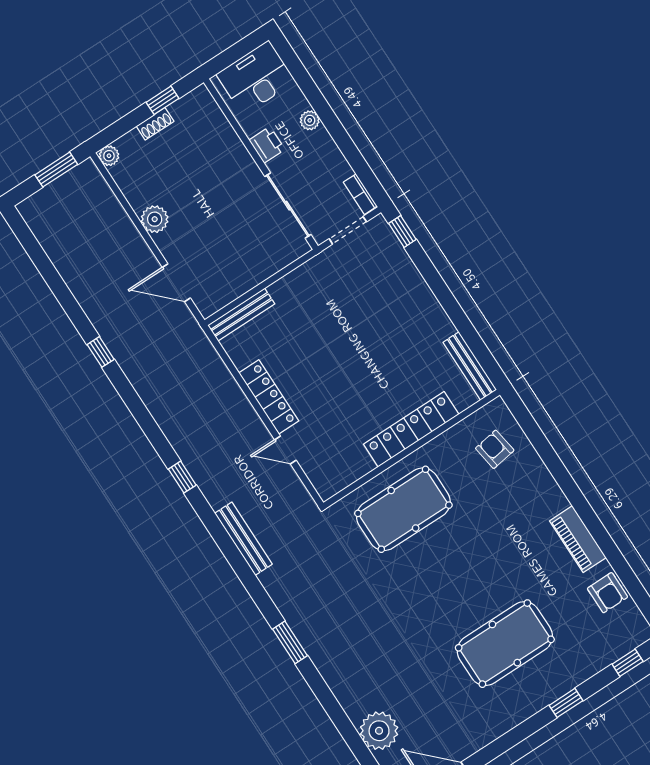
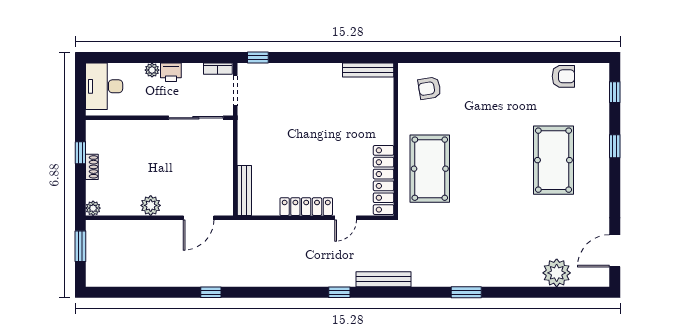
printer: (267, 145) -> (171, 72), moved, turned 180
locker: (411, 429) -> (384, 180), moved
window: (182, 477) -> (339, 292), moved
piano: (578, 539) -> (518, 73), removed

